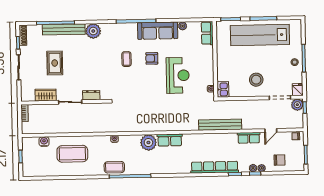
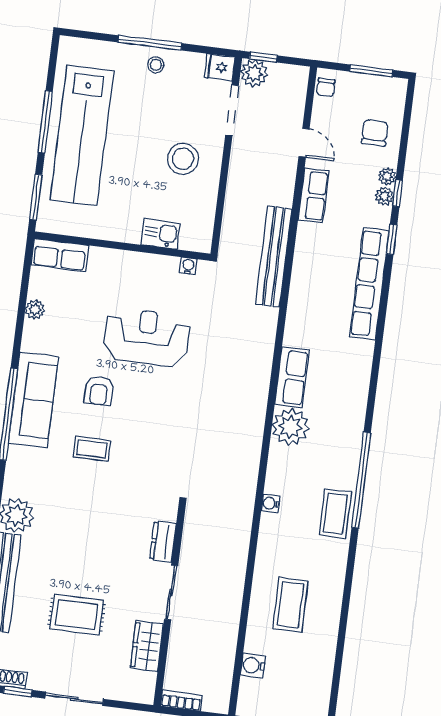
sofa: (158, 31) -> (33, 400), moved
kitchen sink: (223, 89) -> (161, 234), moved
coffee table: (72, 154) -> (290, 605), width x0.73, depth x0.76

